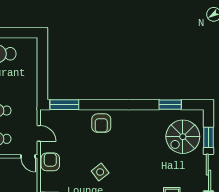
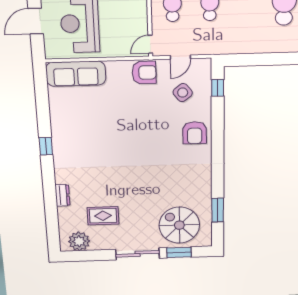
window: (64, 105) -> (218, 88), width x0.46
armchair: (101, 123) -> (195, 133), turned -90
side table: (100, 172) -> (183, 93), moved

